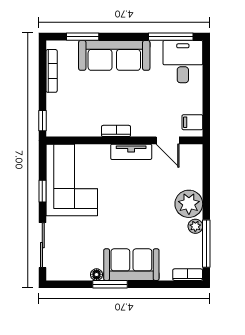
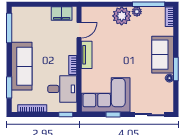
desk: (183, 62) -> (62, 89), moved, turned 180
filing cabinet: (192, 122) -> (62, 14), width x2.00

